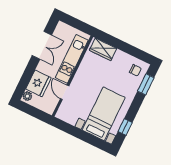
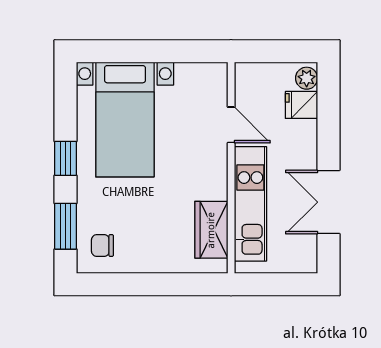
wardrobe: (103, 49) -> (211, 230), moved, turned -90
fridge: (39, 83) -> (301, 105), width x0.53, depth x0.75
window: (125, 127) -> (66, 158), moved

